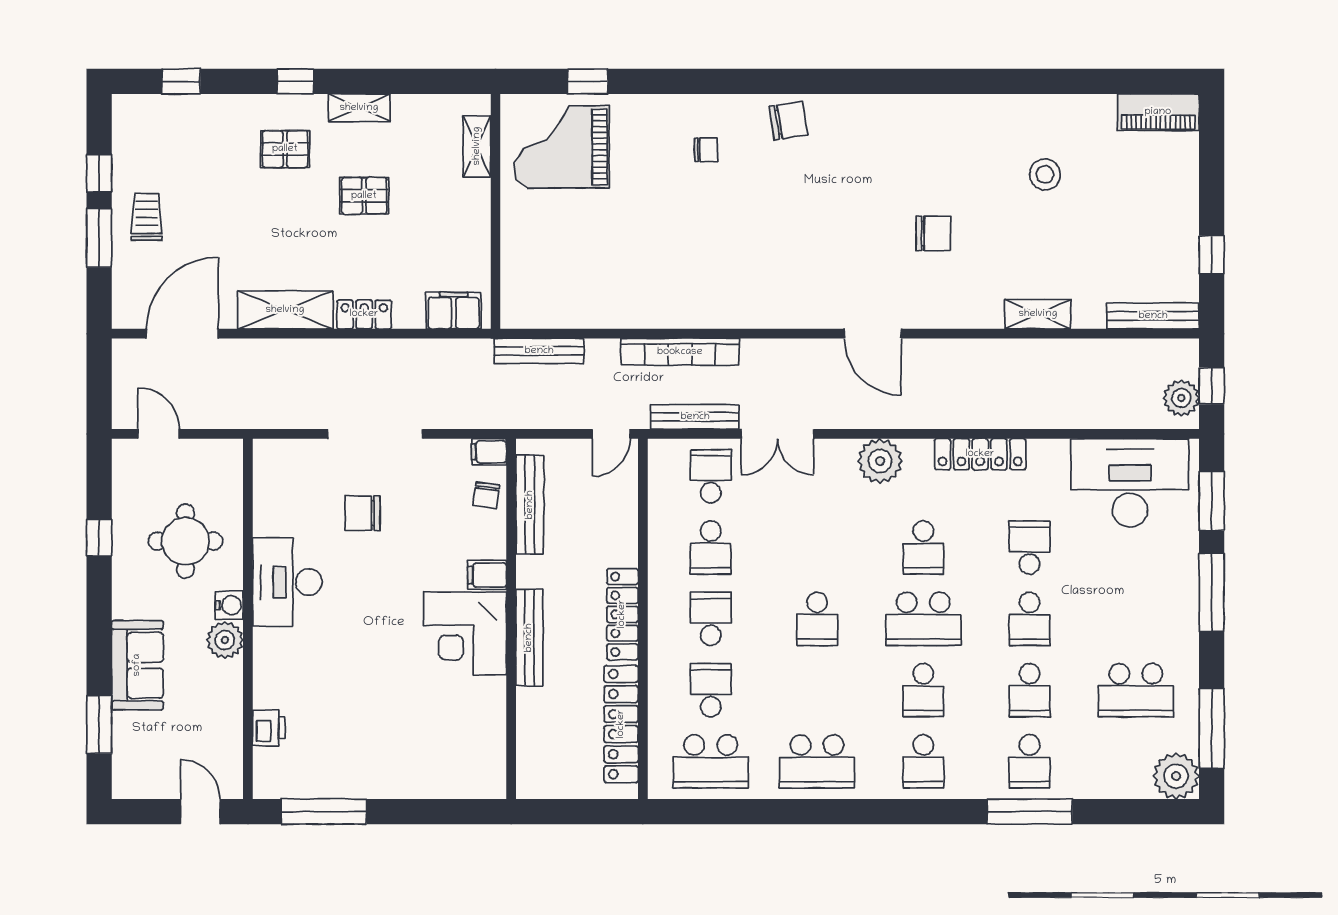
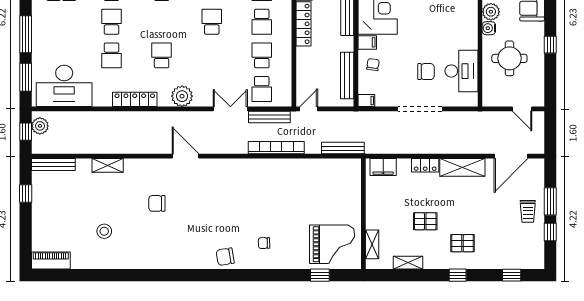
shelving: (359, 108) -> (408, 263), moved
chair: (486, 495) -> (373, 65), moved
window: (99, 538) -> (550, 45), moved
desk: (287, 582) -> (461, 71), moved
school desk: (923, 619) -> (162, 22), removed

